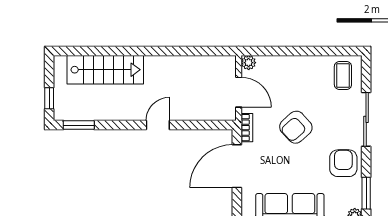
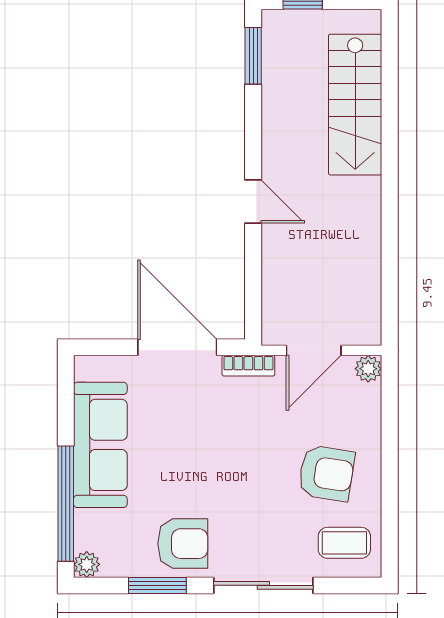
armchair: (296, 127) -> (326, 473), moved, turned 141
window: (366, 193) -> (157, 585), moved

